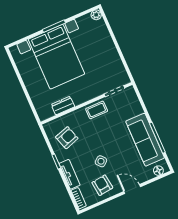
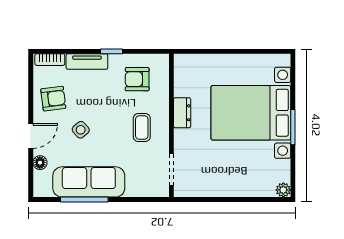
dresser: (63, 106) -> (182, 113), moved
coffee table: (97, 110) -> (142, 128), moved
armchair: (67, 138) -> (137, 79), turned 108
side table: (101, 161) -> (81, 130), moved
floor lamp: (158, 171) -> (40, 163), moved

